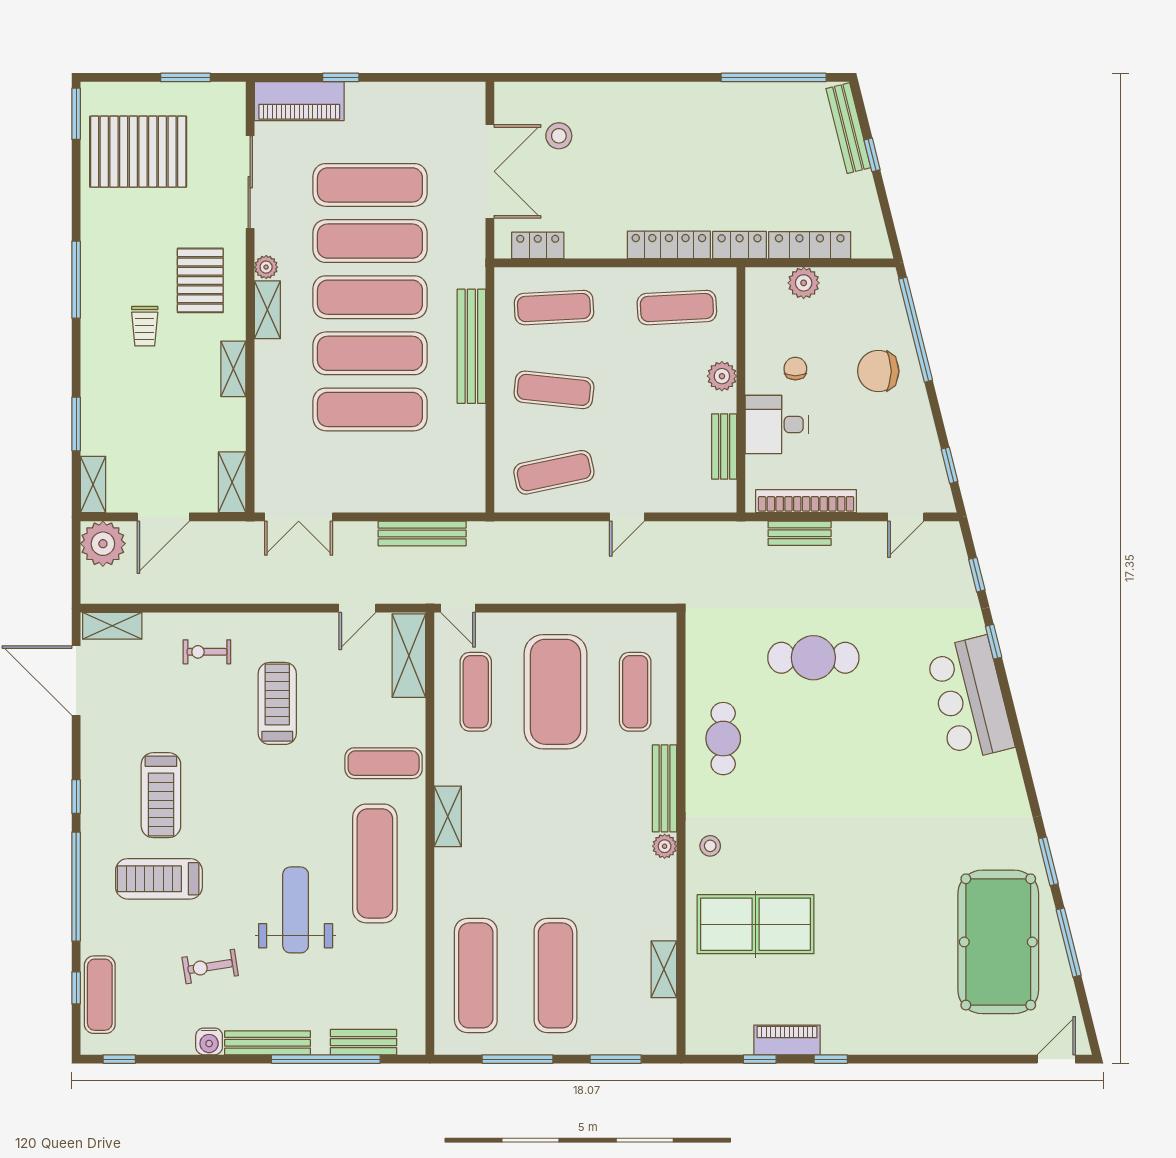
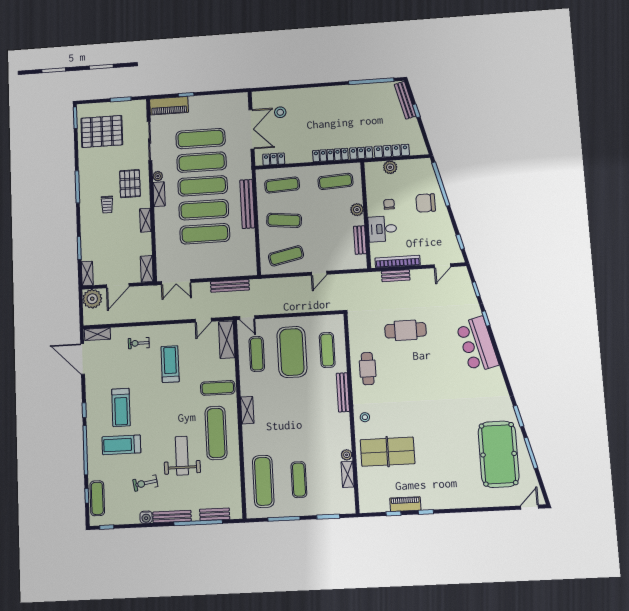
plant: (665, 846) -> (347, 455), moved
exercise mat: (555, 975) -> (299, 480), width x0.73, depth x0.69

